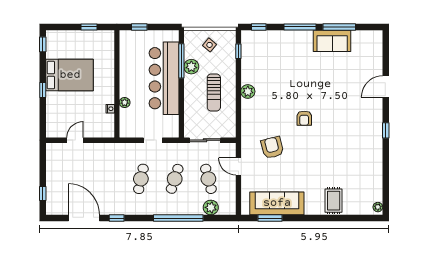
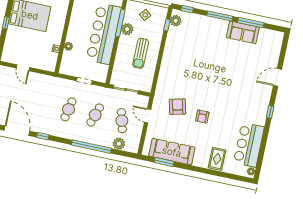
plant: (248, 92) -> (176, 21), moved
armchair: (304, 118) -> (202, 117), moved
door: (75, 140) -> (23, 68), swing flipped
bar counter: (368, 175) -> (249, 145), added

